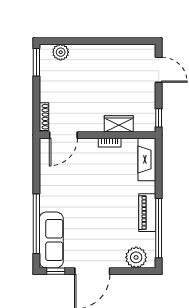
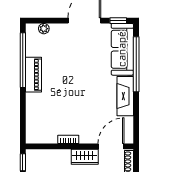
wardrobe: (119, 124) -> (85, 157), moved
fireplace: (147, 159) -> (125, 96), moved, turned 180
plant: (136, 257) -> (44, 29), width x0.53, depth x0.53

